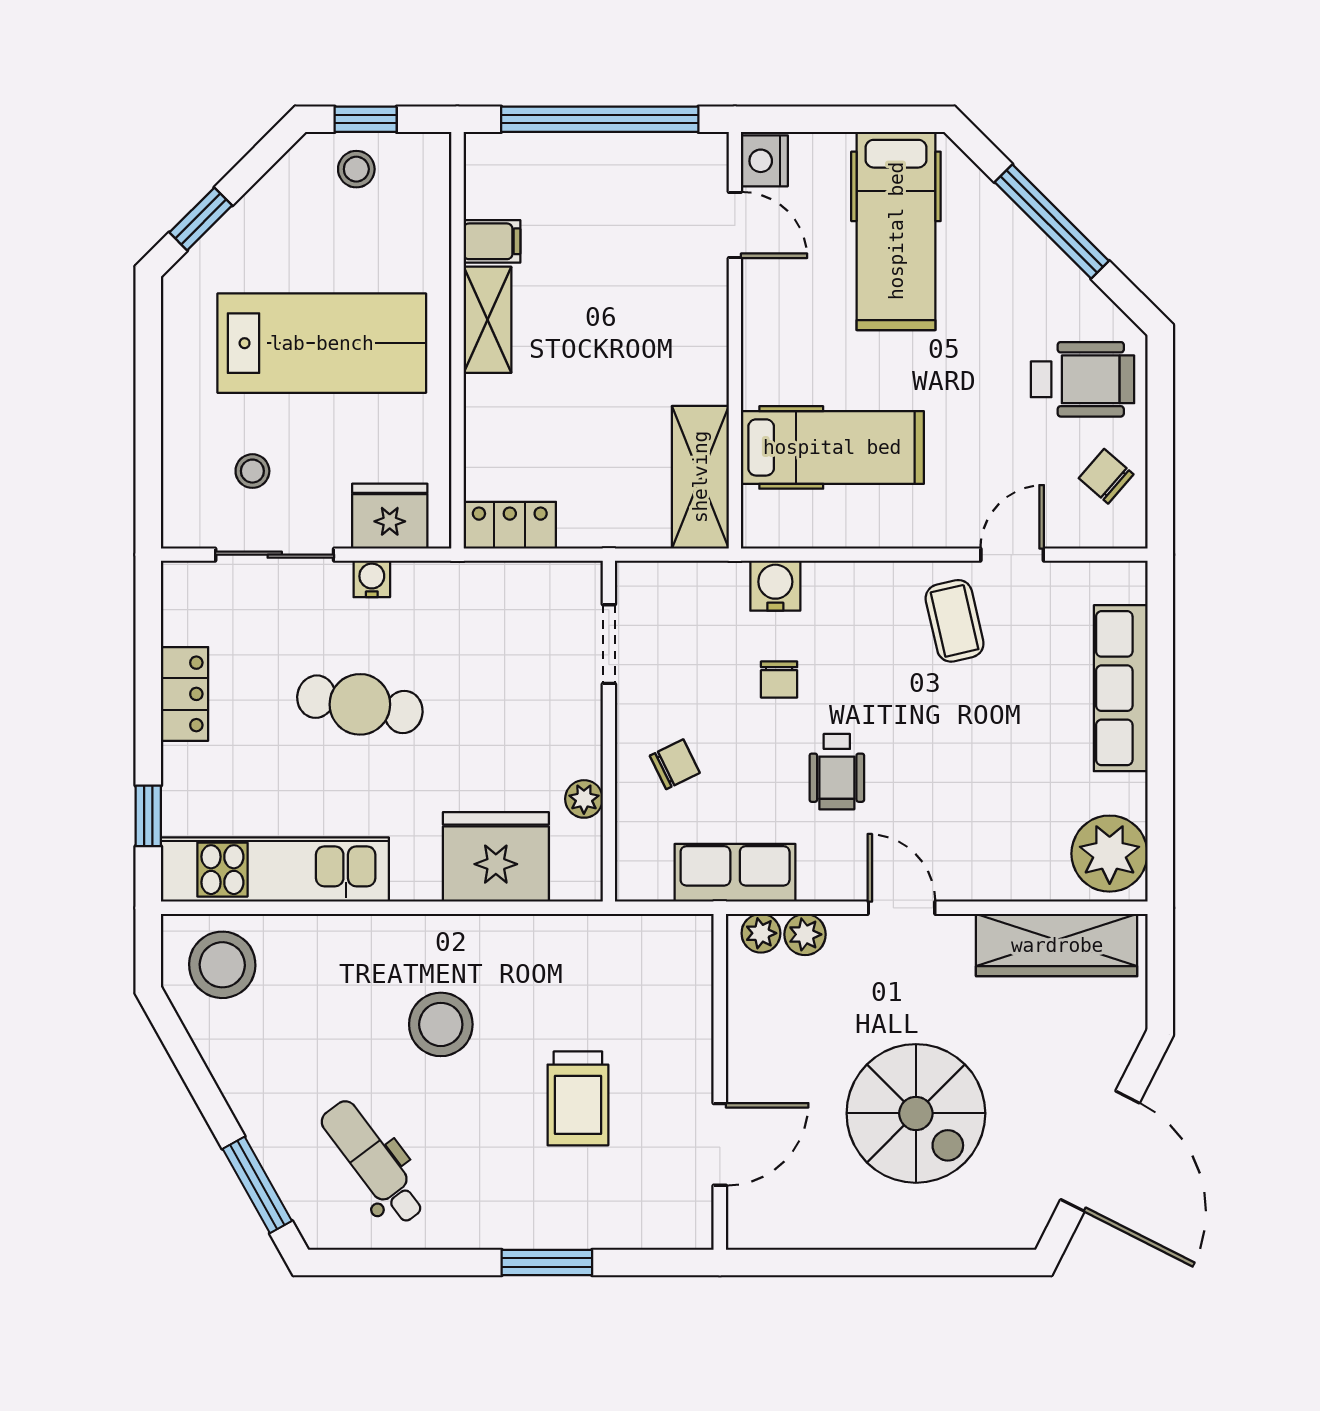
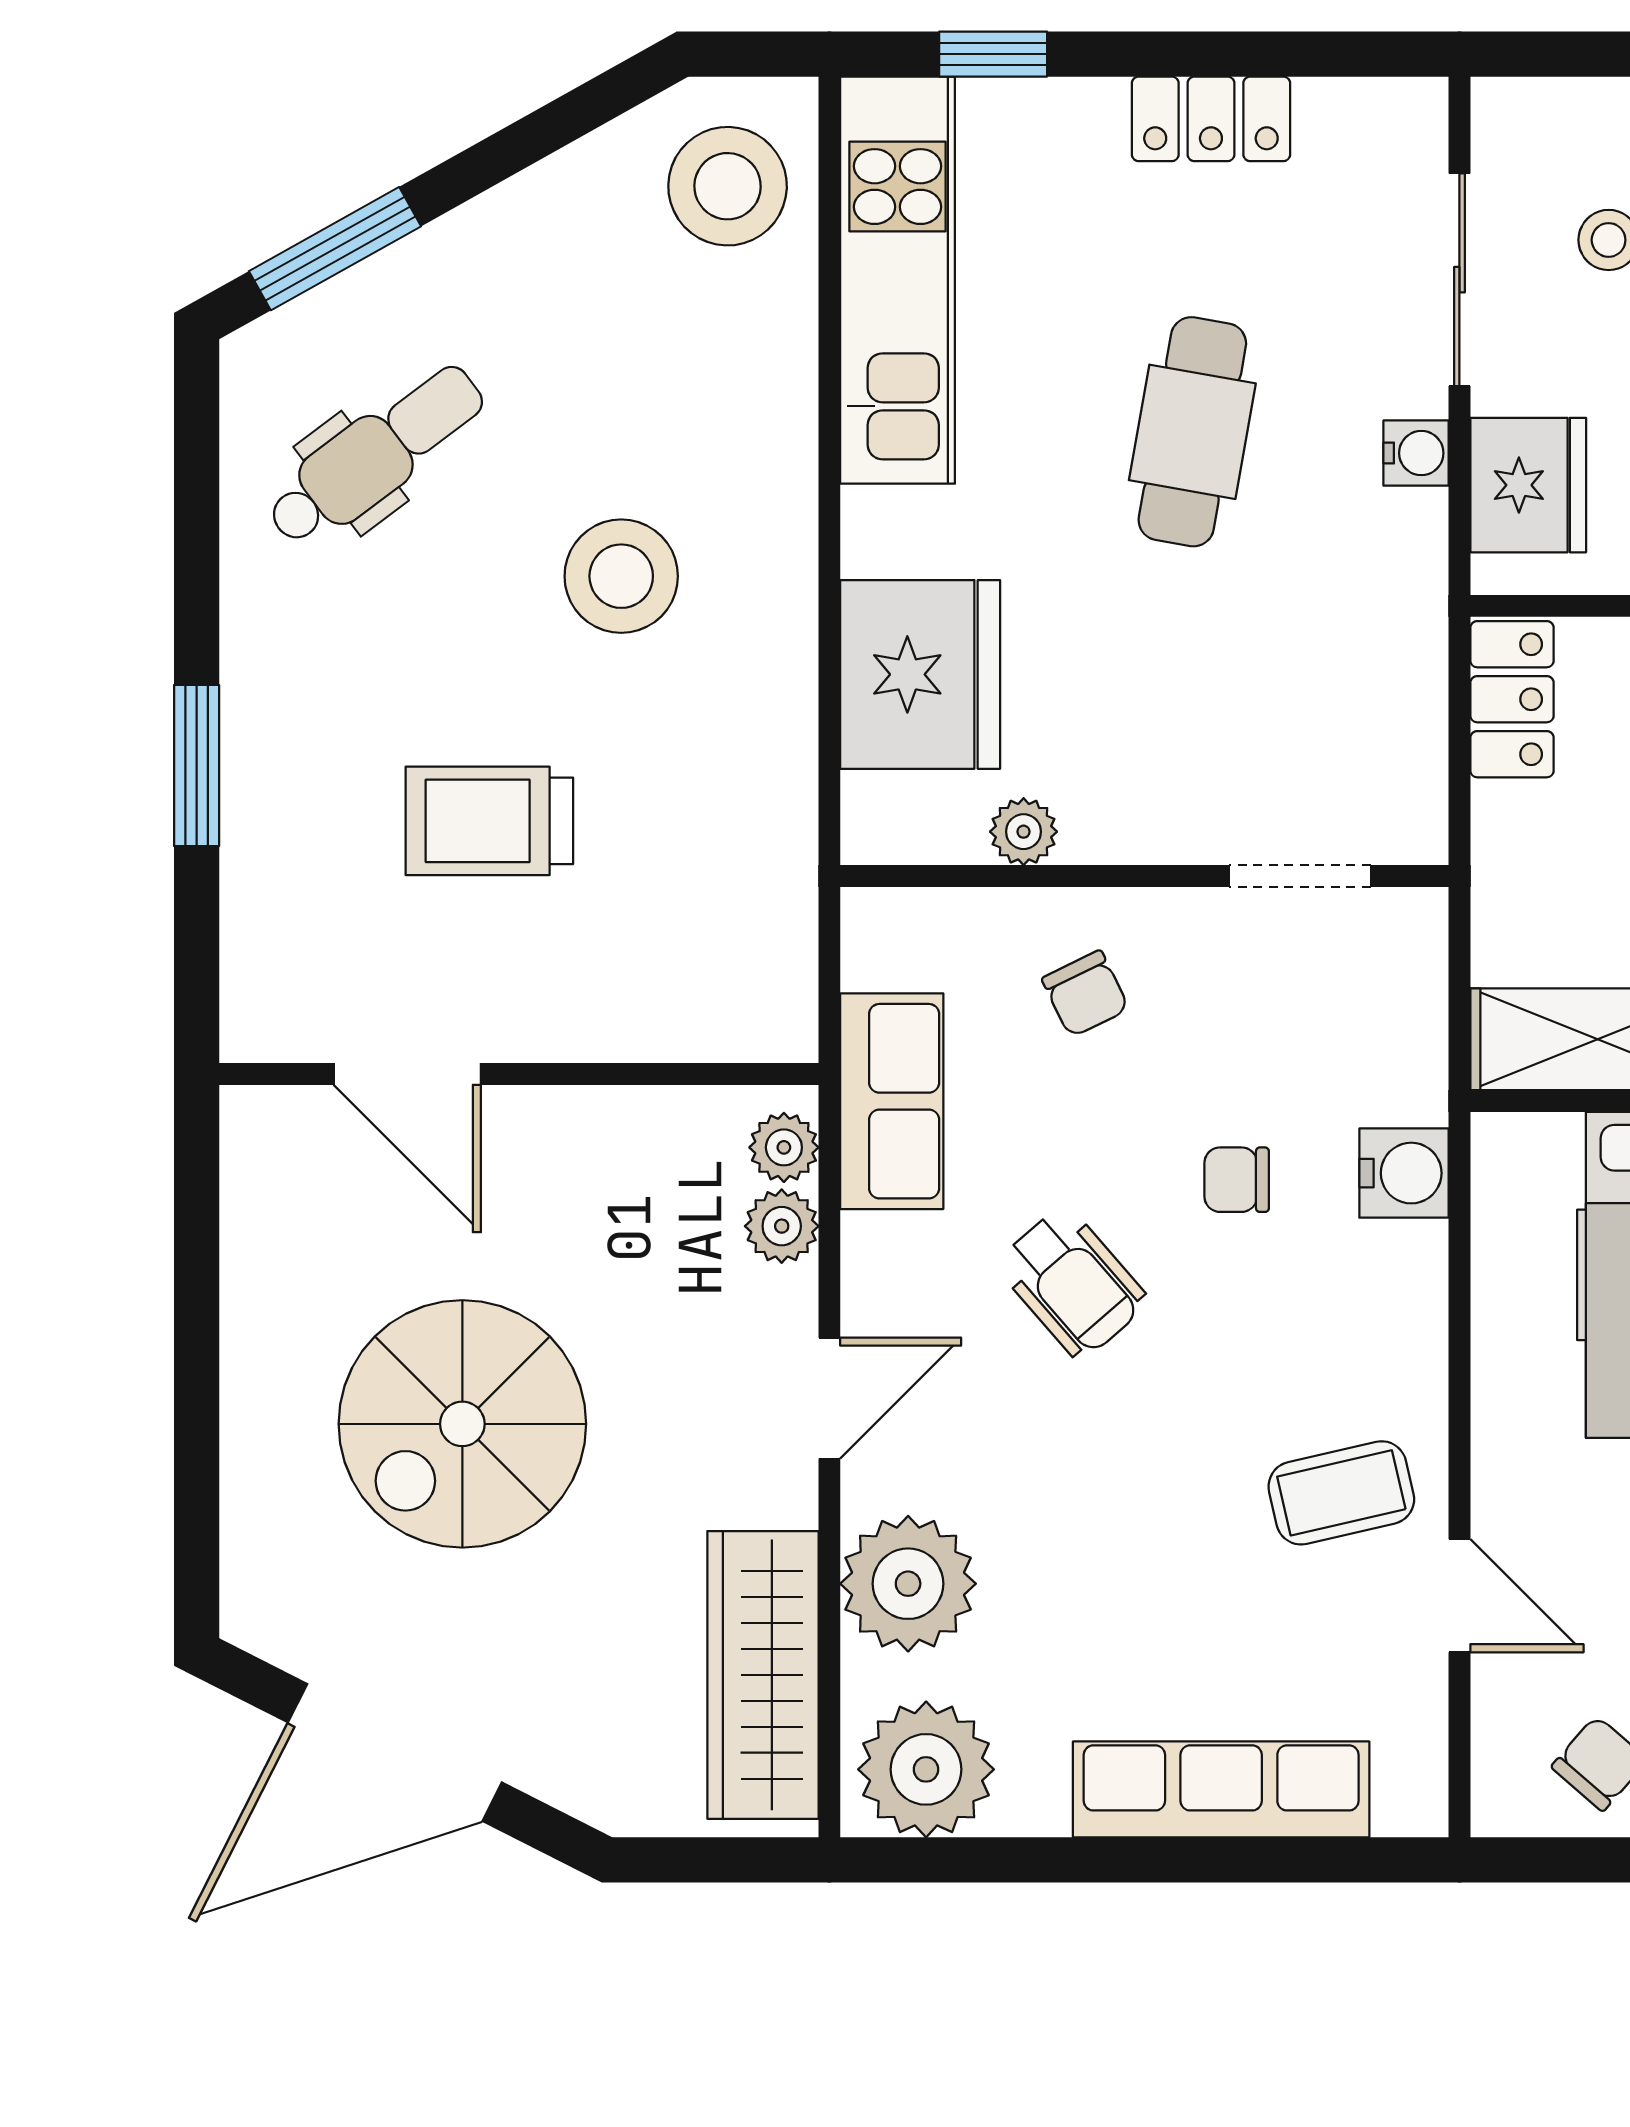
wheelchair: (837, 772) -> (1072, 1283), turned -131
plant: (1005, 864) -> (908, 1584), added

